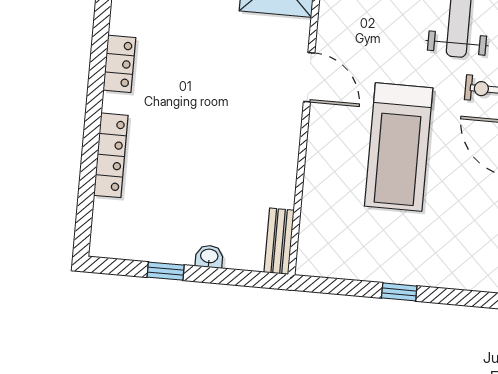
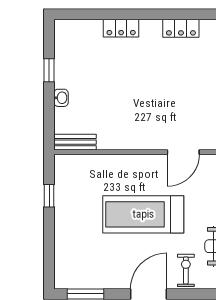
locker: (111, 155) -> (121, 28), width x0.66
window: (399, 292) -> (49, 196), moved

